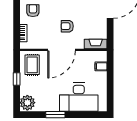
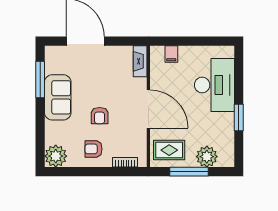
armchair: (67, 26) -> (100, 116), moved
window: (17, 79) -> (189, 172), width x2.17
plant: (27, 103) -> (207, 157), moved

